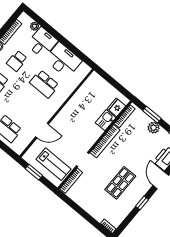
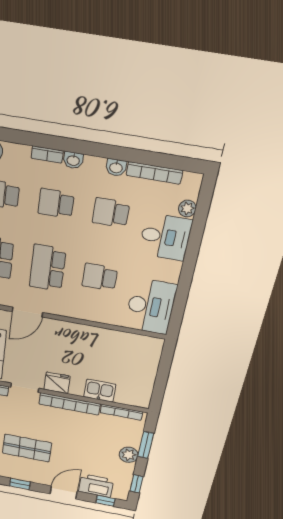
desk: (63, 60) -> (151, 306), moved
school desk: (44, 84) -> (100, 277), width x0.54
school desk: (26, 106) -> (48, 268), added
fridge: (117, 107) -> (57, 383), moved
door: (42, 130) -> (27, 312), hinge flipped

